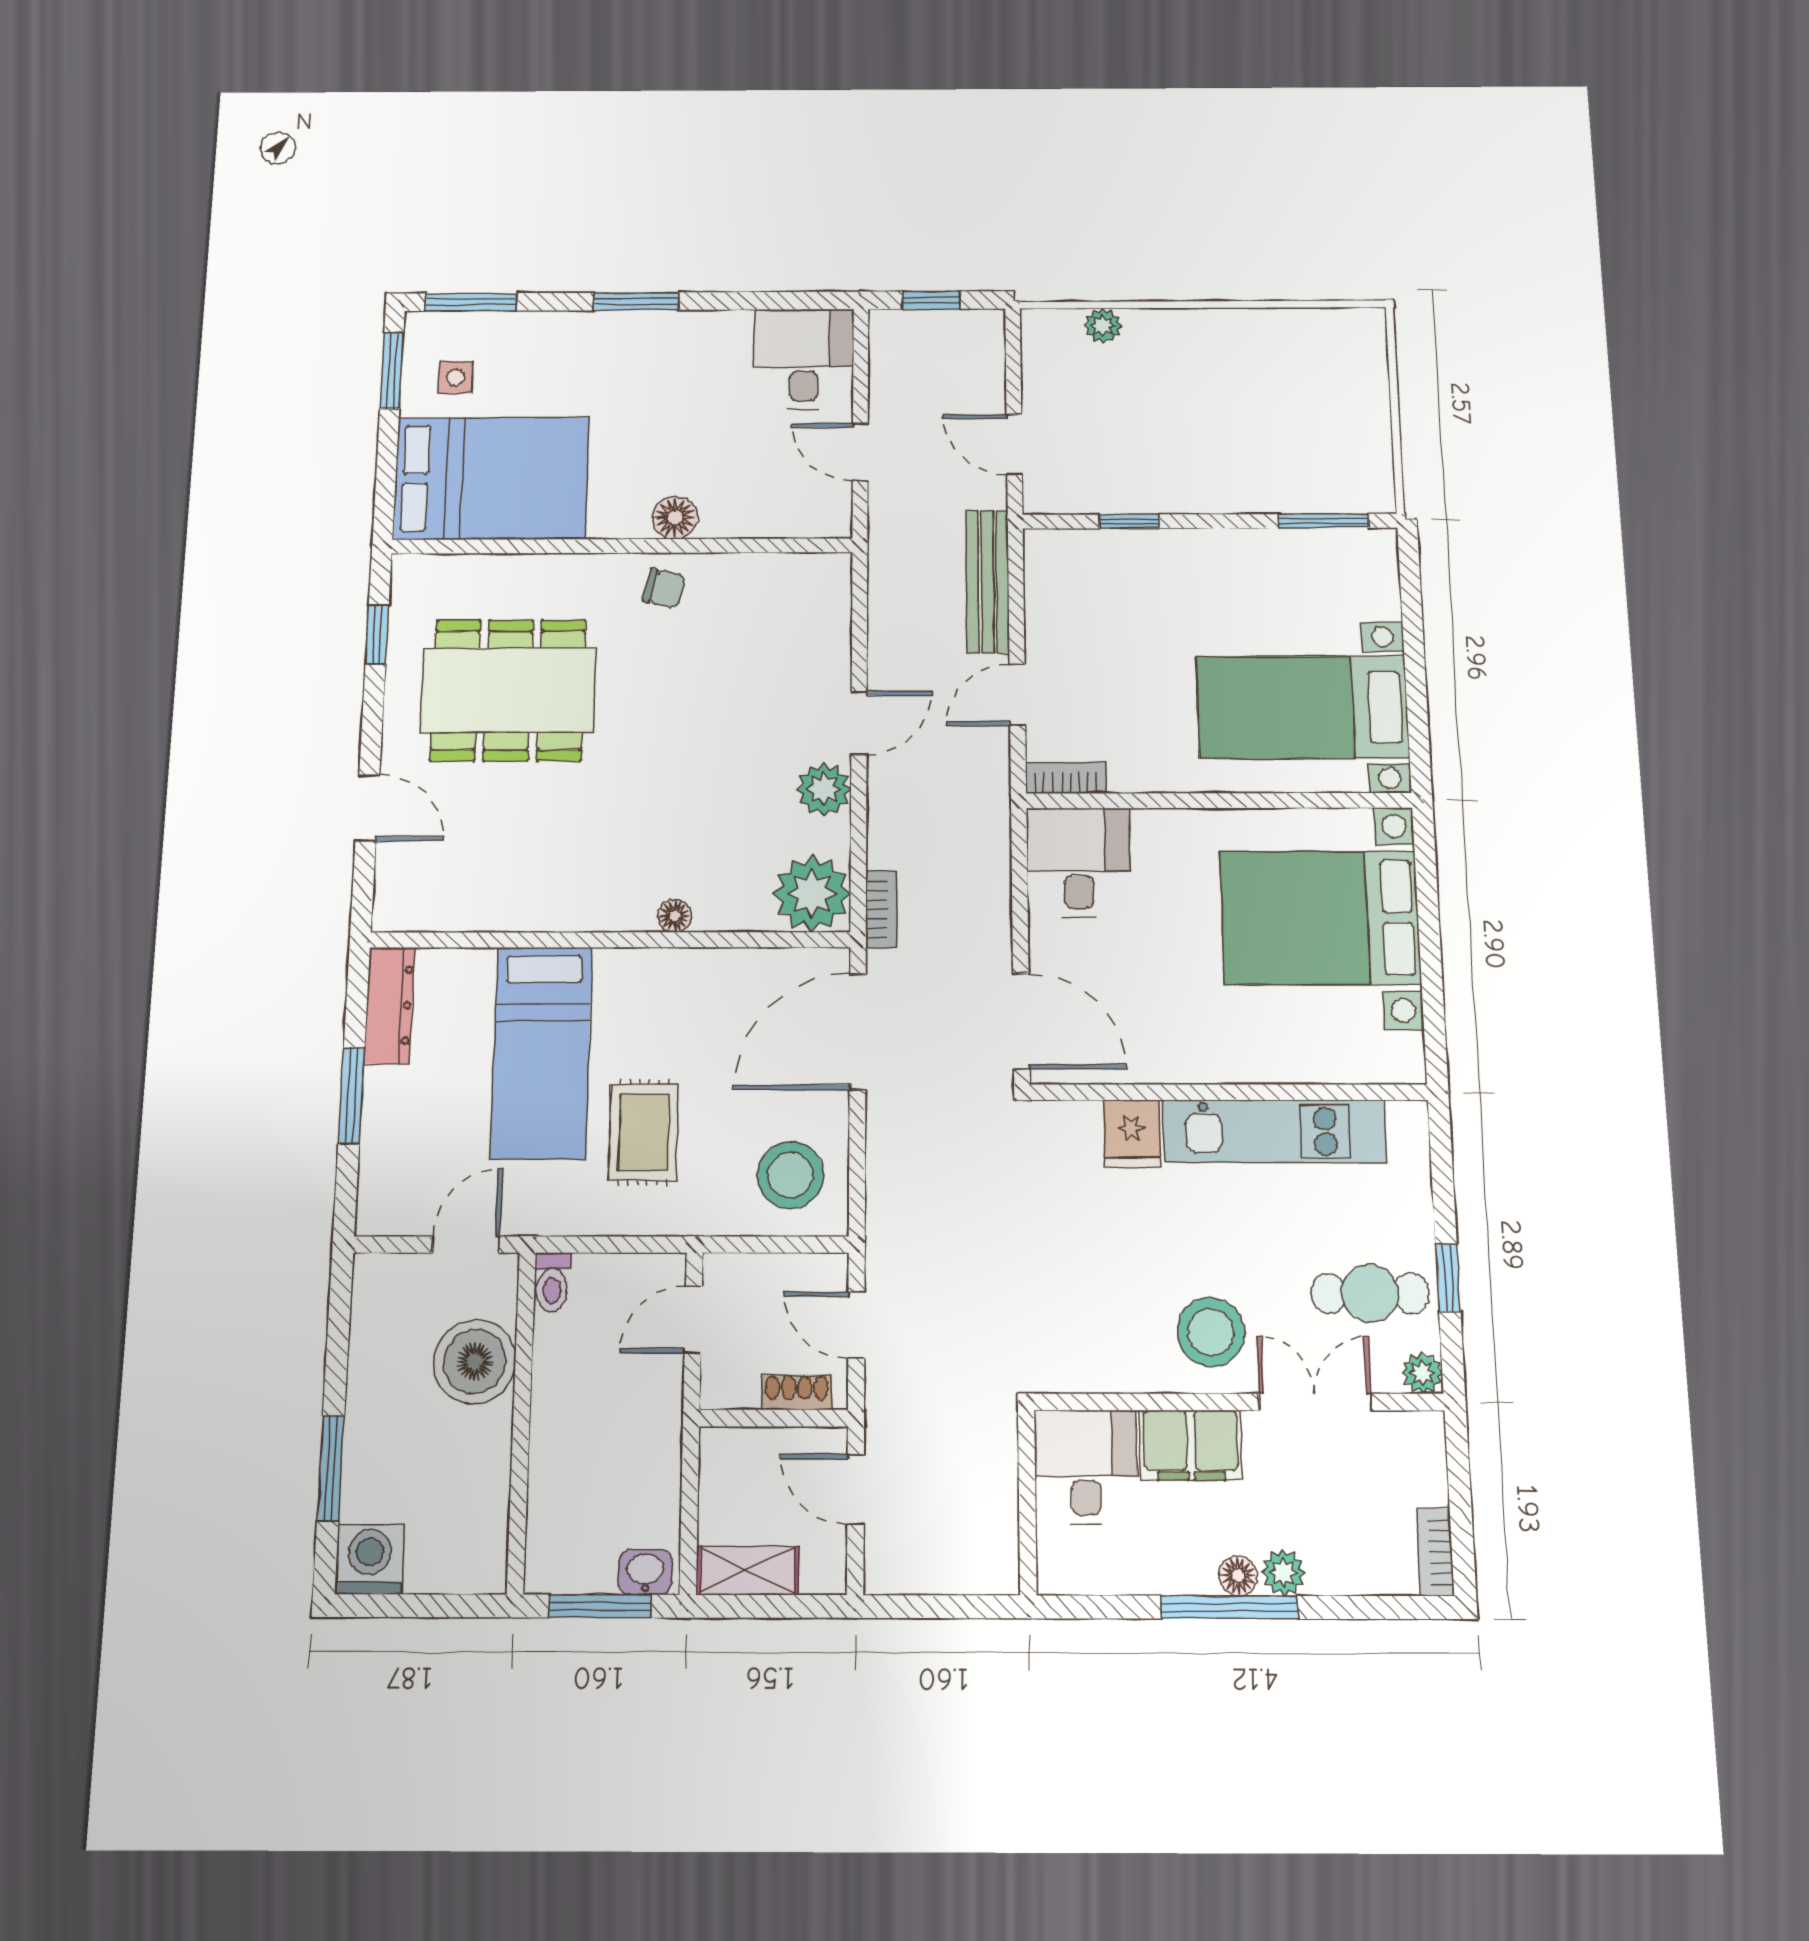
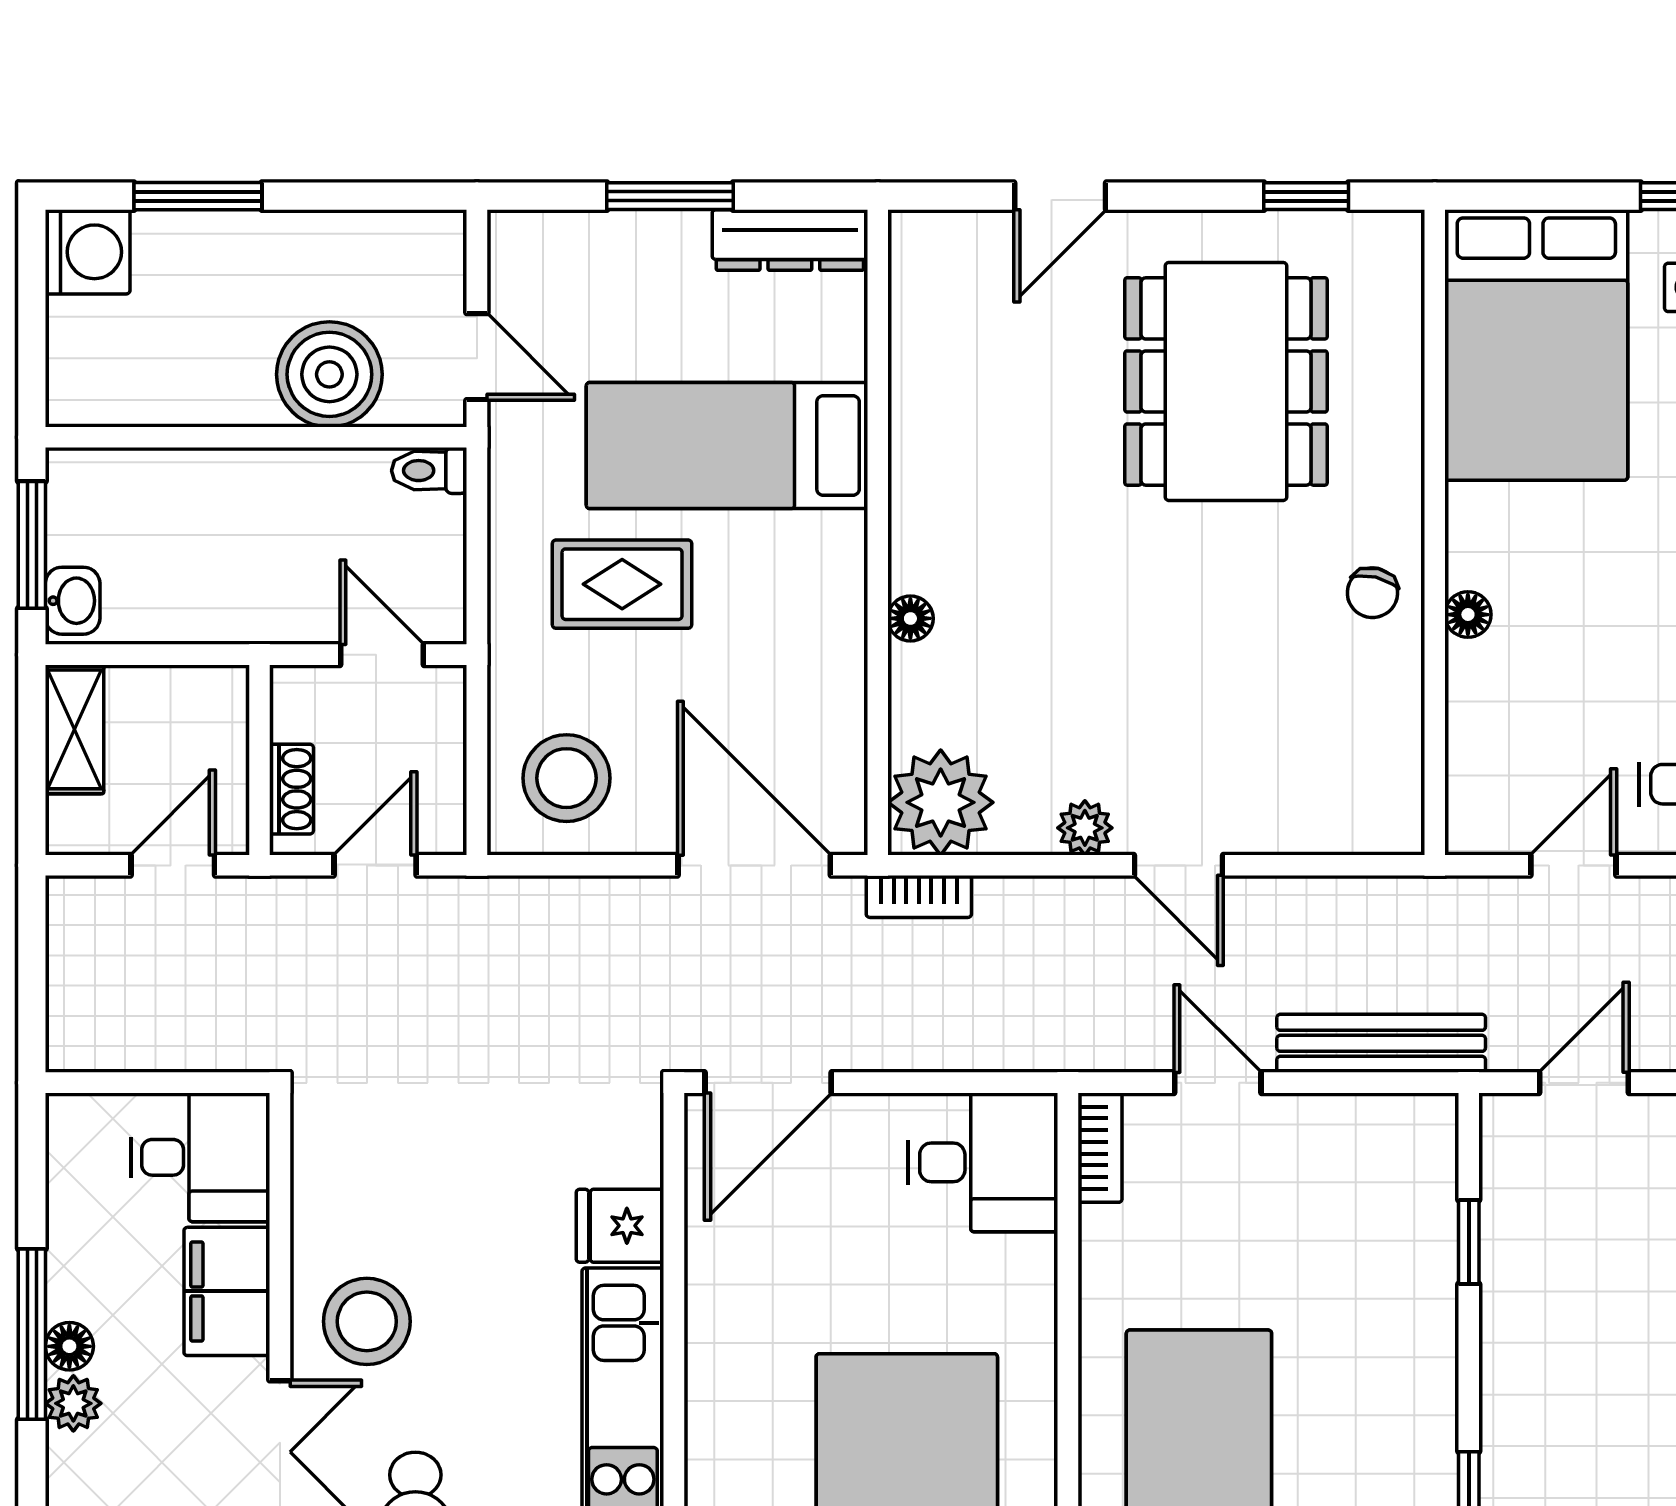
floor lamp: (675, 518) -> (1468, 615), width x0.73, depth x0.73
plant: (824, 789) -> (1085, 828), width x0.73, depth x0.73

